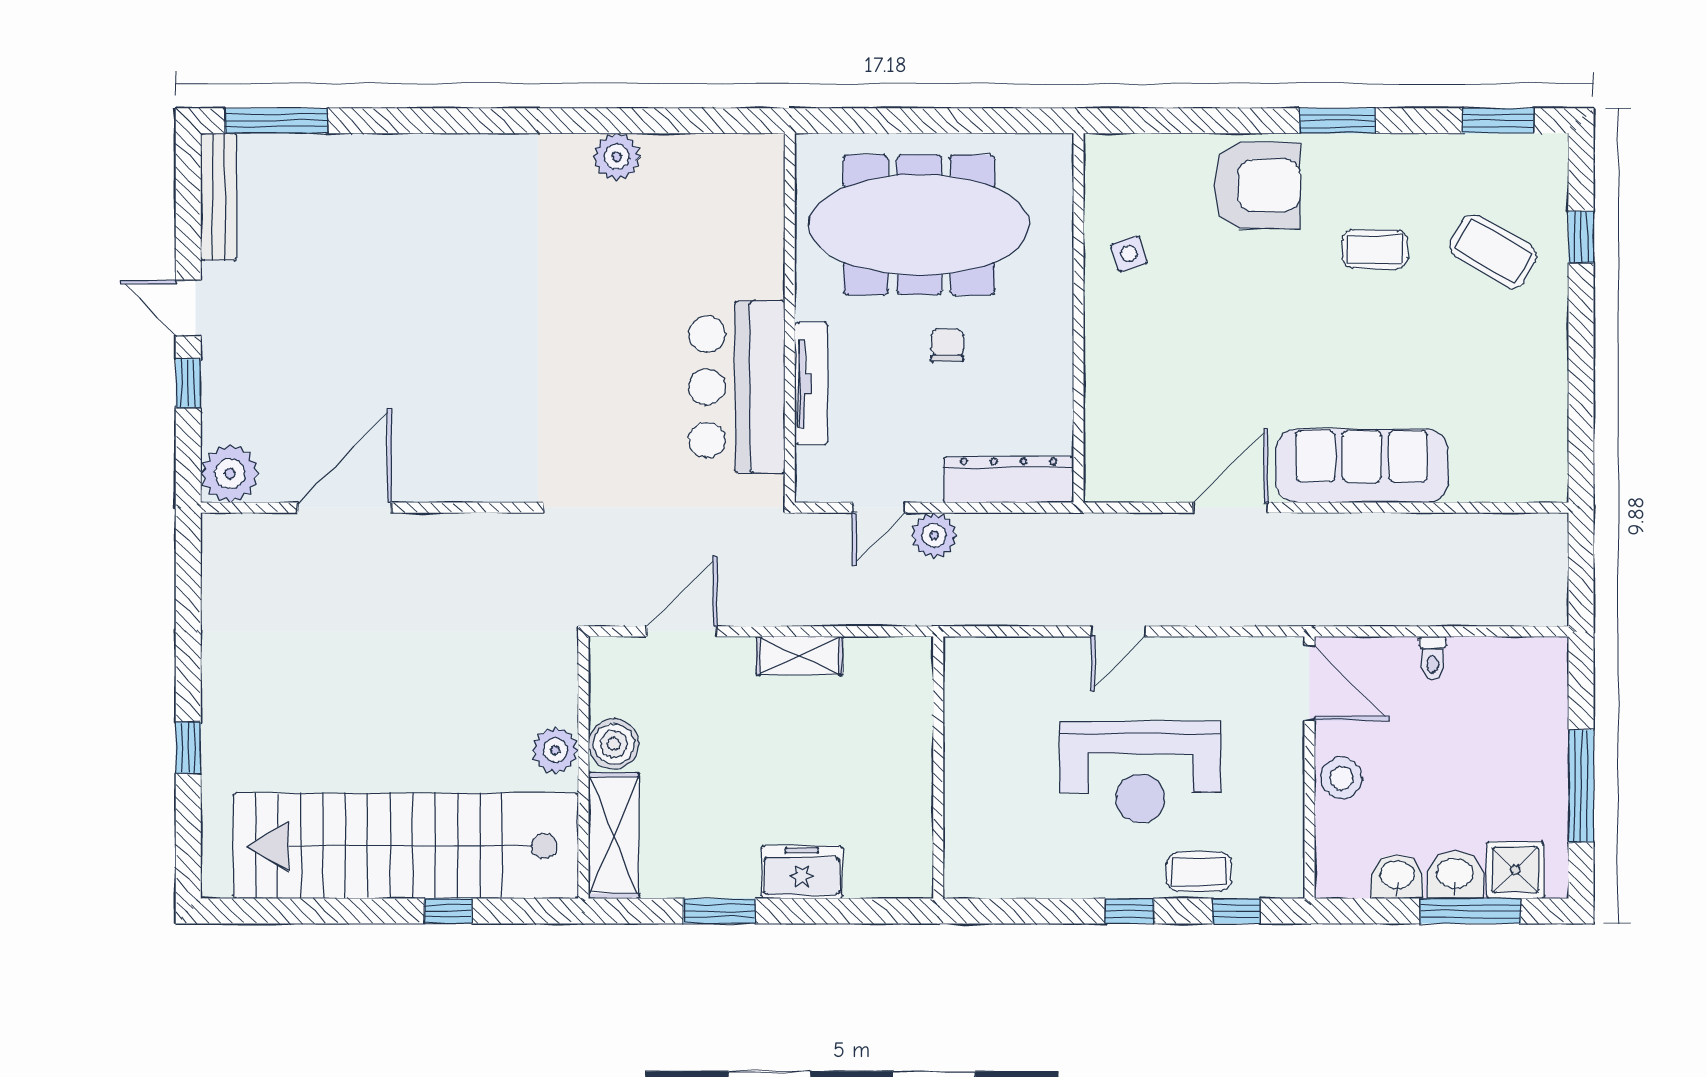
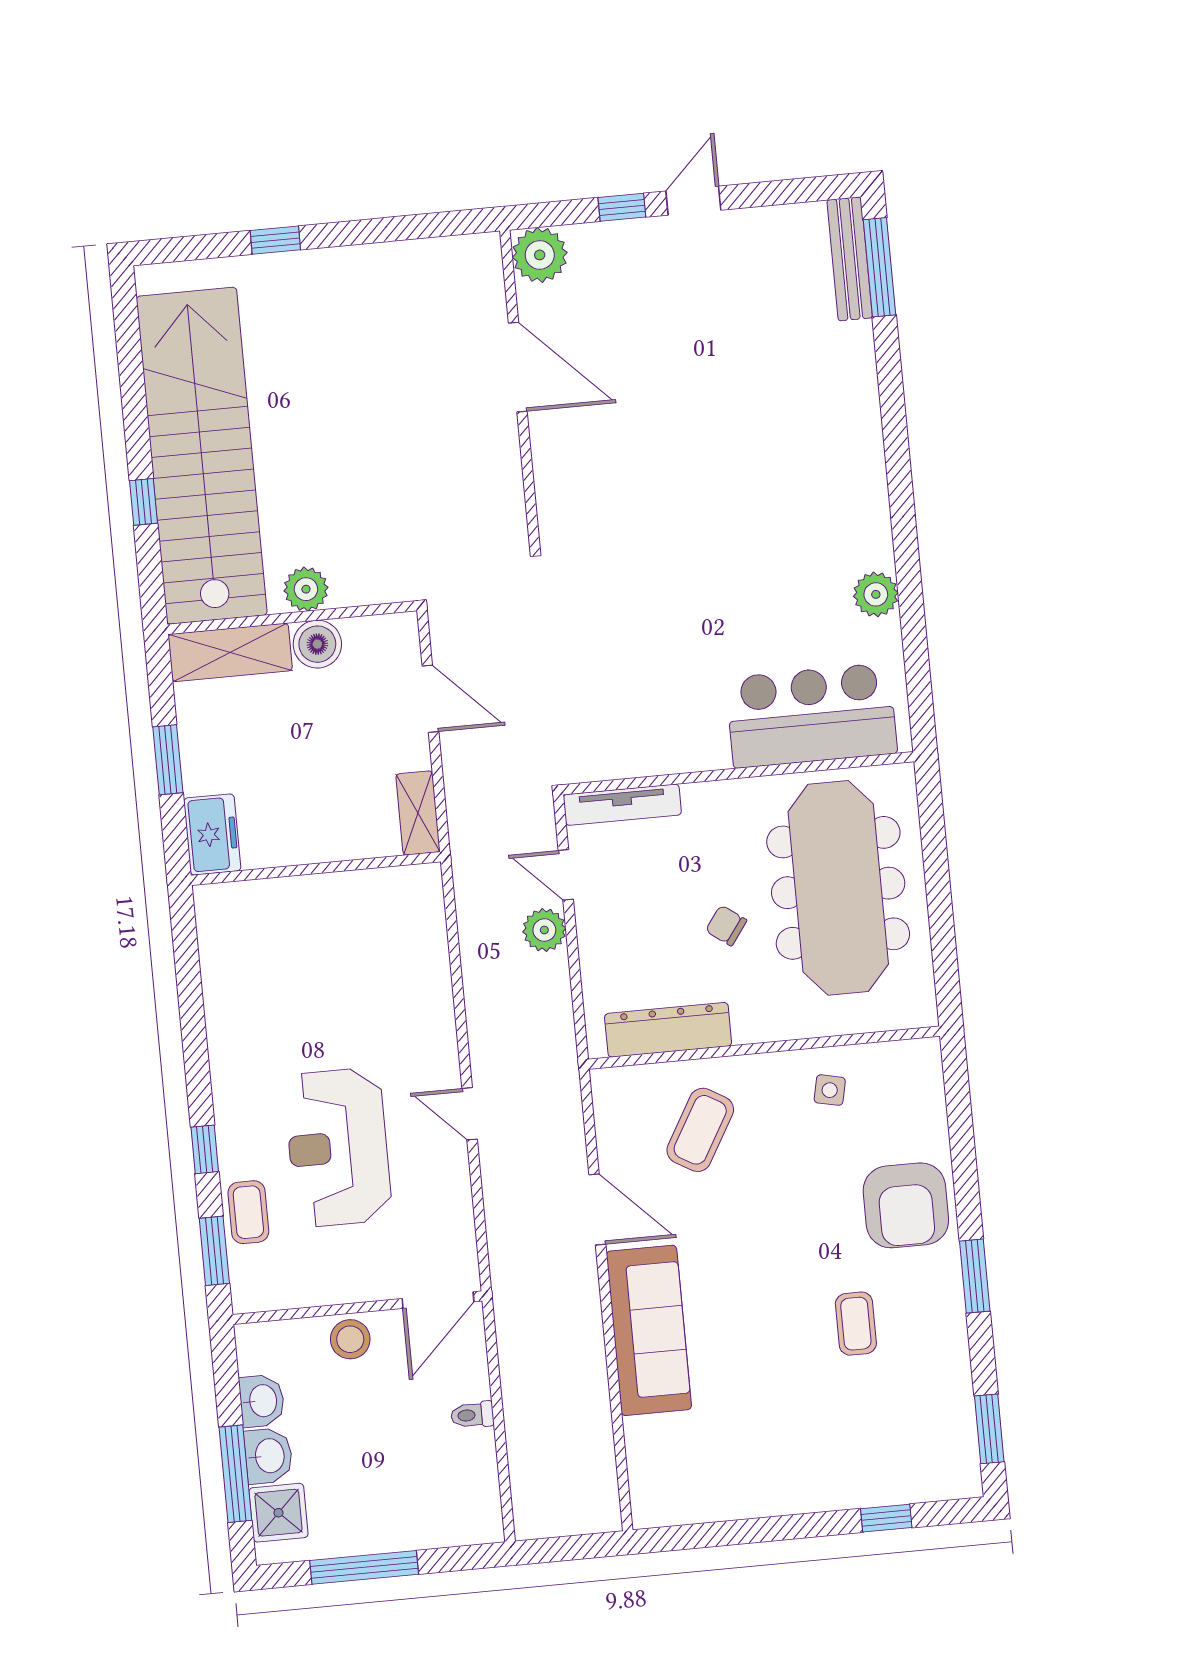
bench: (219, 197) -> (850, 259), moved, turned 90
coffee table: (1493, 251) -> (700, 1130), moved
side table: (1129, 254) -> (830, 1090), turned 30
chair: (947, 345) -> (726, 925), turned -144
tv unit: (811, 384) -> (622, 805), moved
bar counter: (737, 387) -> (811, 716), moved
dresser: (1009, 479) -> (668, 1030), moved, turned -90
wall: (938, 767) -> (316, 869), moved
window: (1236, 911) -> (214, 1251), width x1.50

